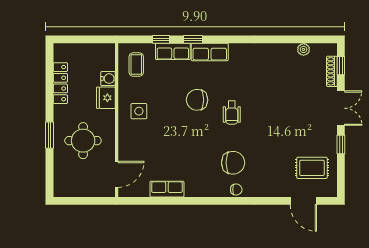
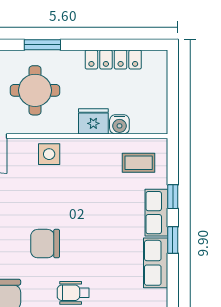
chair: (197, 100) -> (45, 244), moved, turned -90
side table: (139, 111) -> (49, 154), moved

